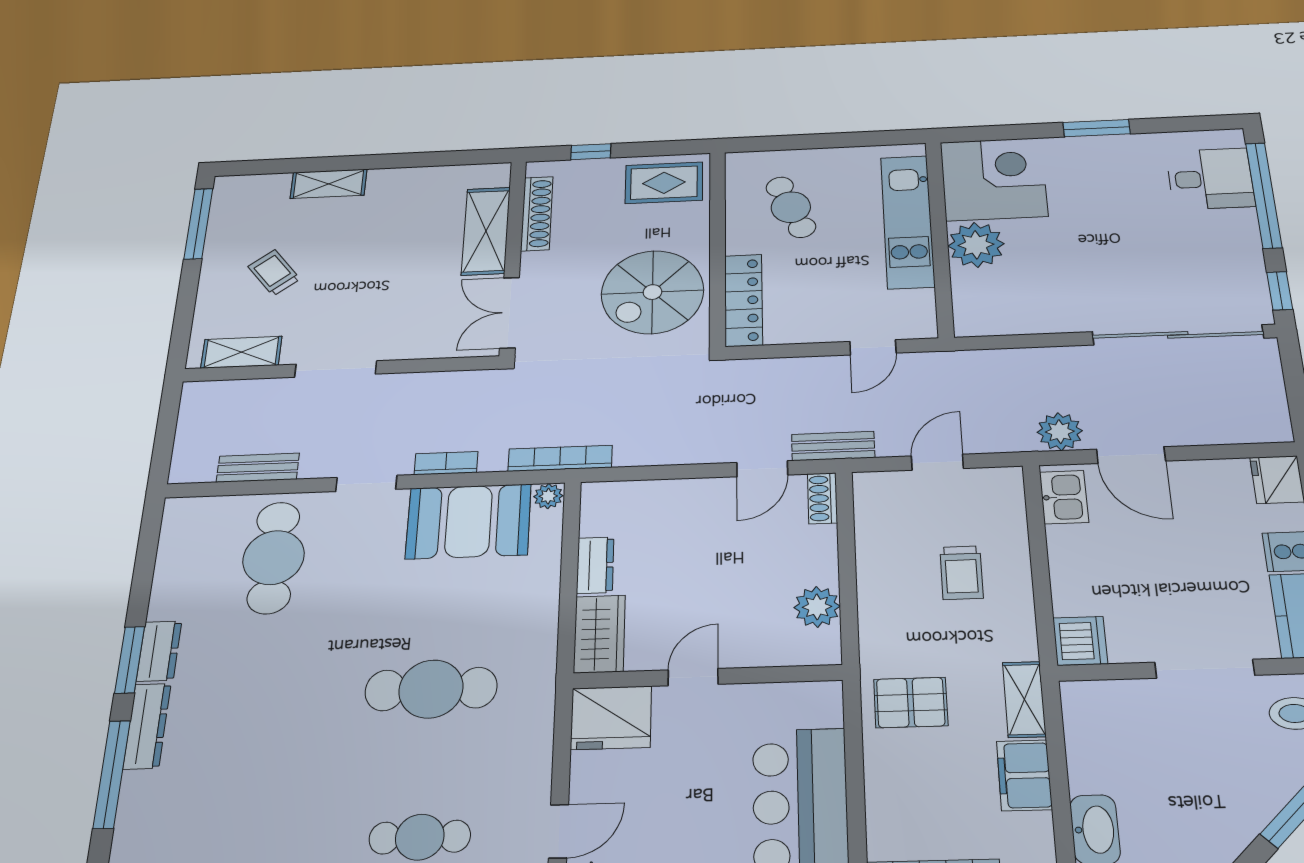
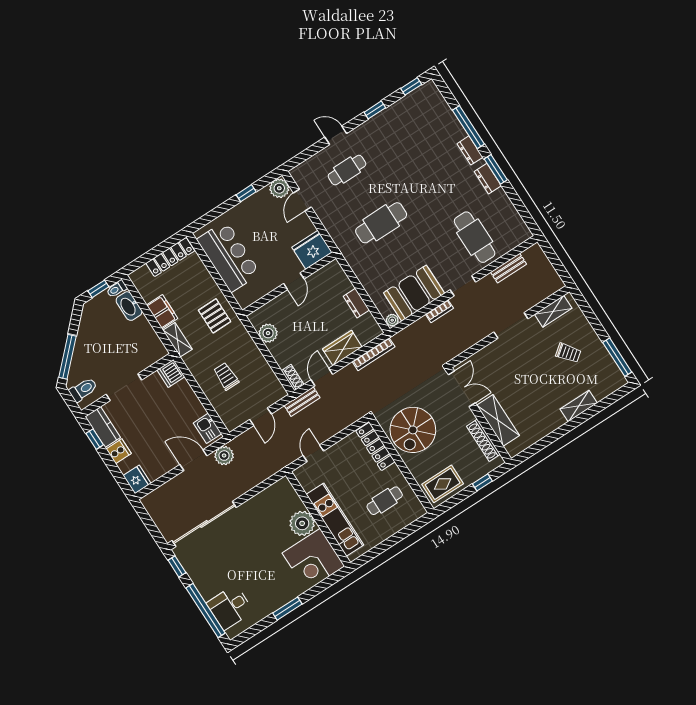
cafe table: (791, 207) -> (385, 501), turned -68
spiral stairs: (652, 292) -> (413, 430), turned 180
bookcase: (560, 458) -> (374, 354), moved
wardrobe: (599, 634) -> (342, 348), moved, turned 90
pallet: (911, 702) -> (215, 316), turned 90
dresser: (147, 726) -> (470, 150), width x0.70

